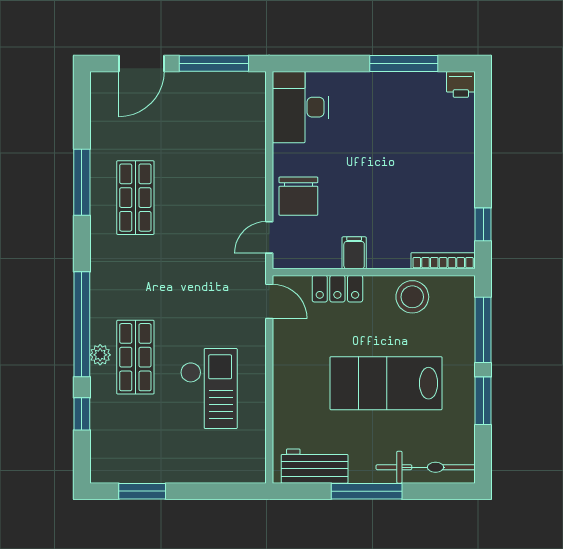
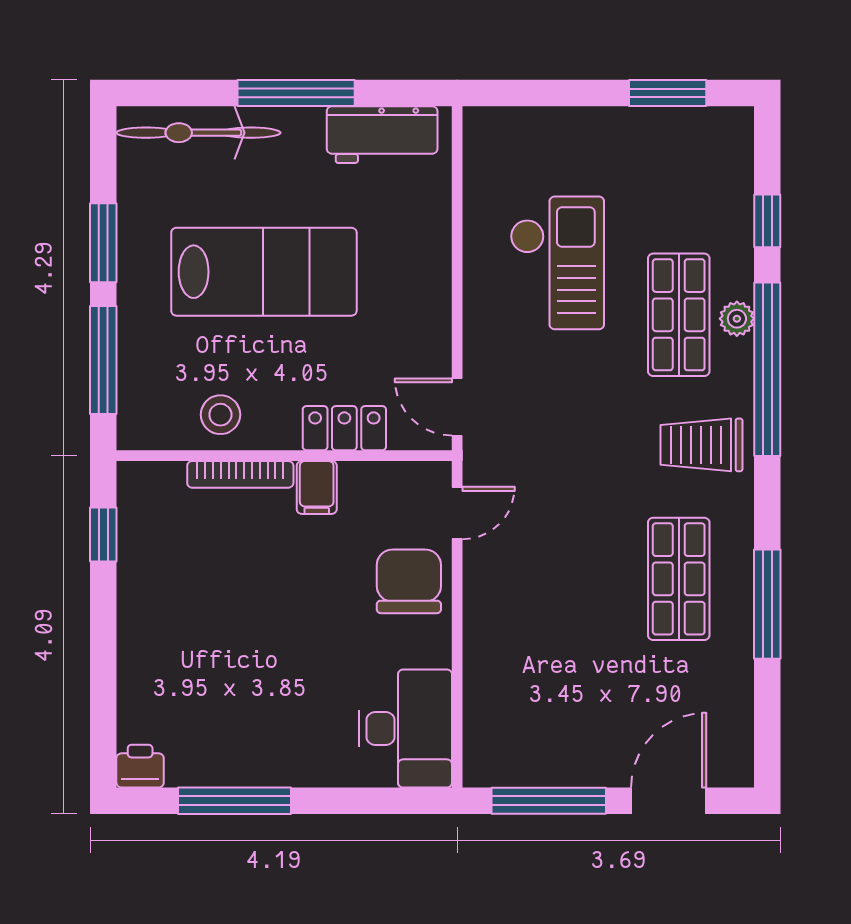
bookcase: (443, 261) -> (240, 474), moved
trolley: (122, 279) -> (701, 445), added
stool: (412, 297) -> (220, 415), width x0.73, depth x0.73
checkout: (209, 389) -> (557, 263), turned 180

